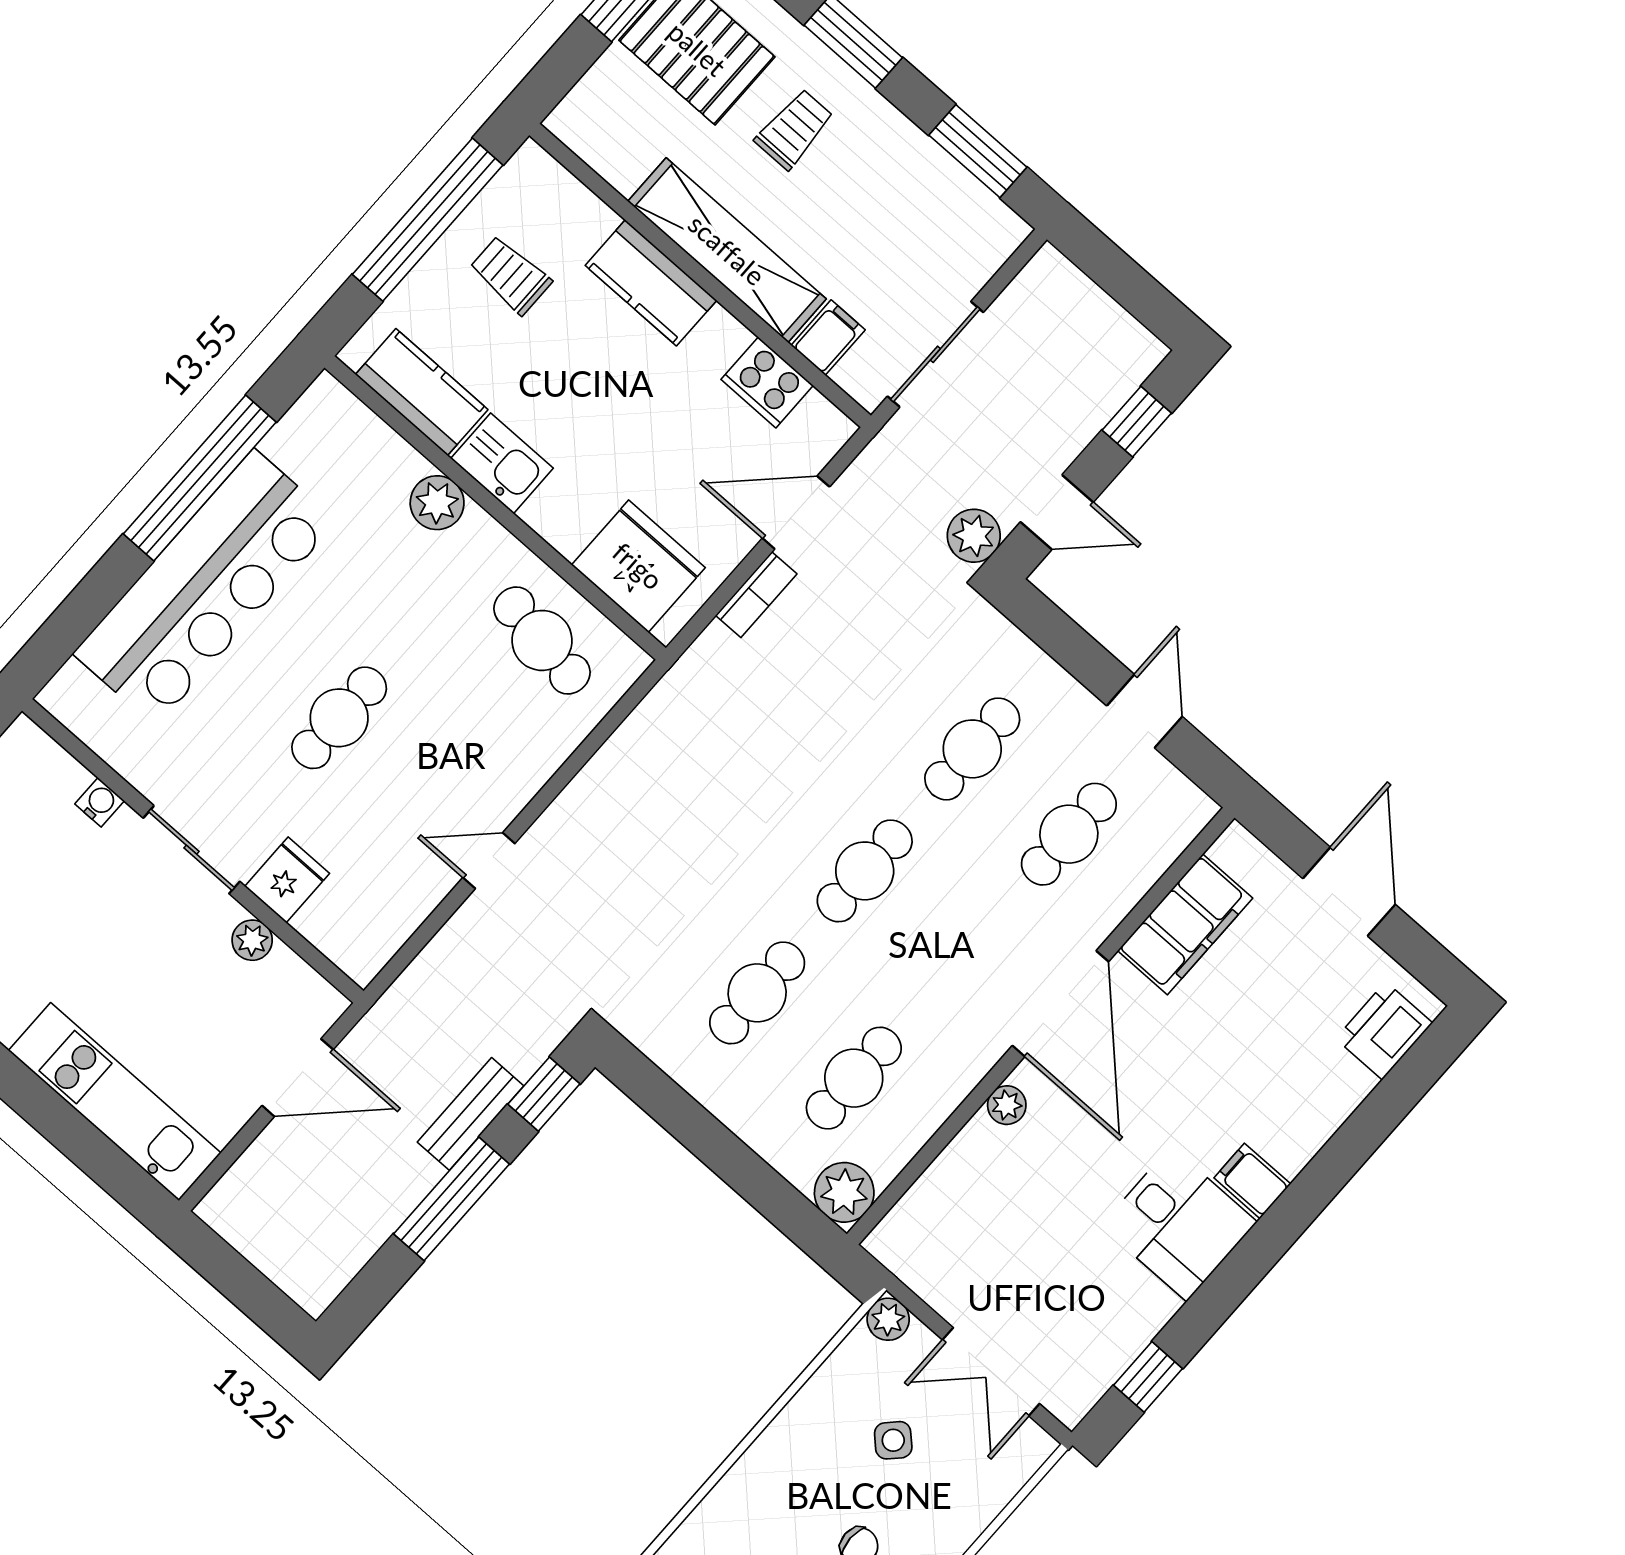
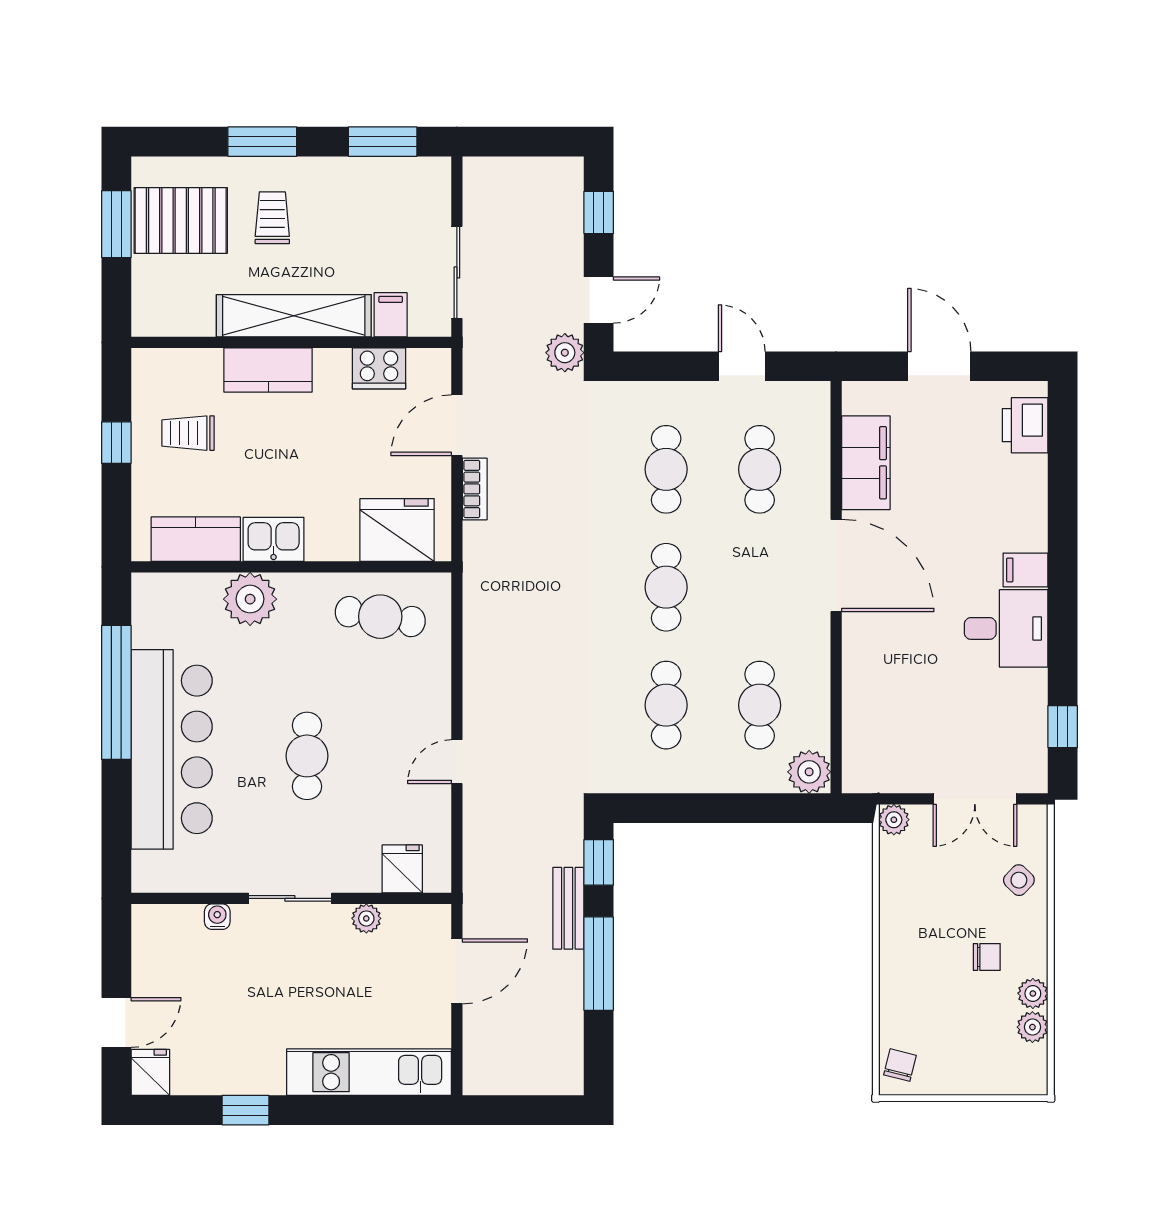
window: (428, 220) -> (116, 443), width x0.32
plant: (437, 503) -> (250, 599), width x1.36, depth x1.36
fridge: (287, 880) -> (402, 869), moved
plant: (1007, 1105) -> (856, 646), removed
side table: (893, 1440) -> (1019, 880), moved

